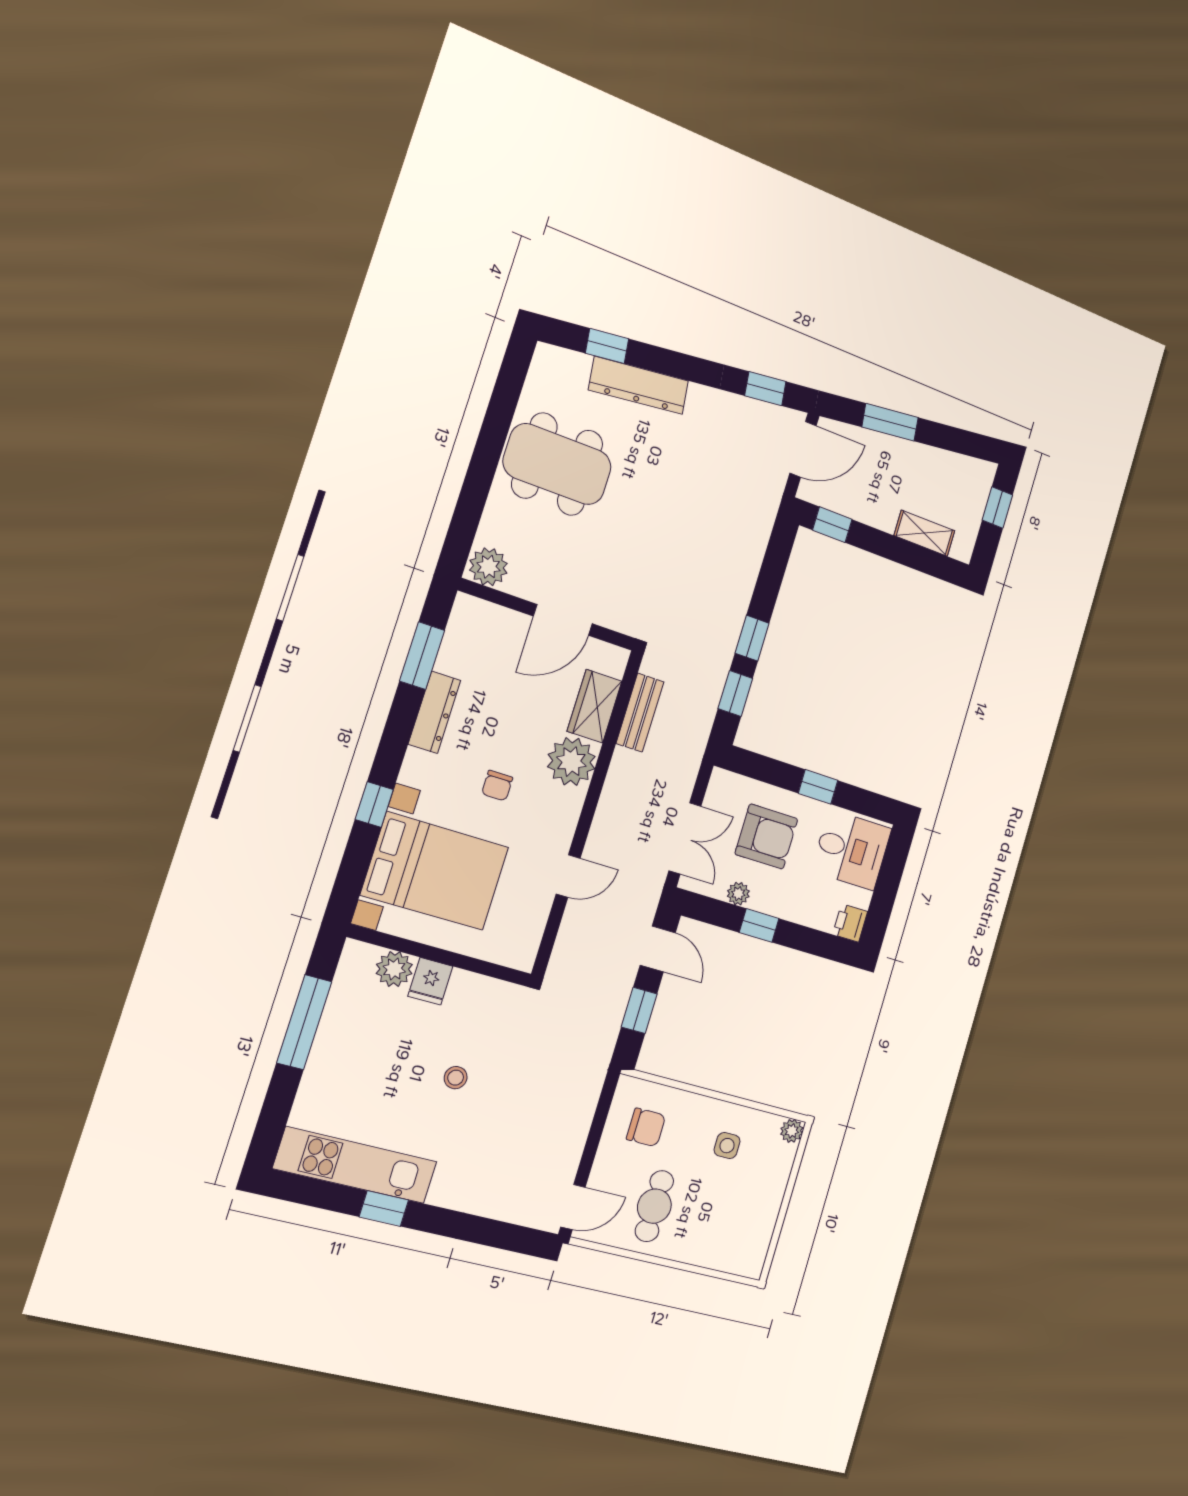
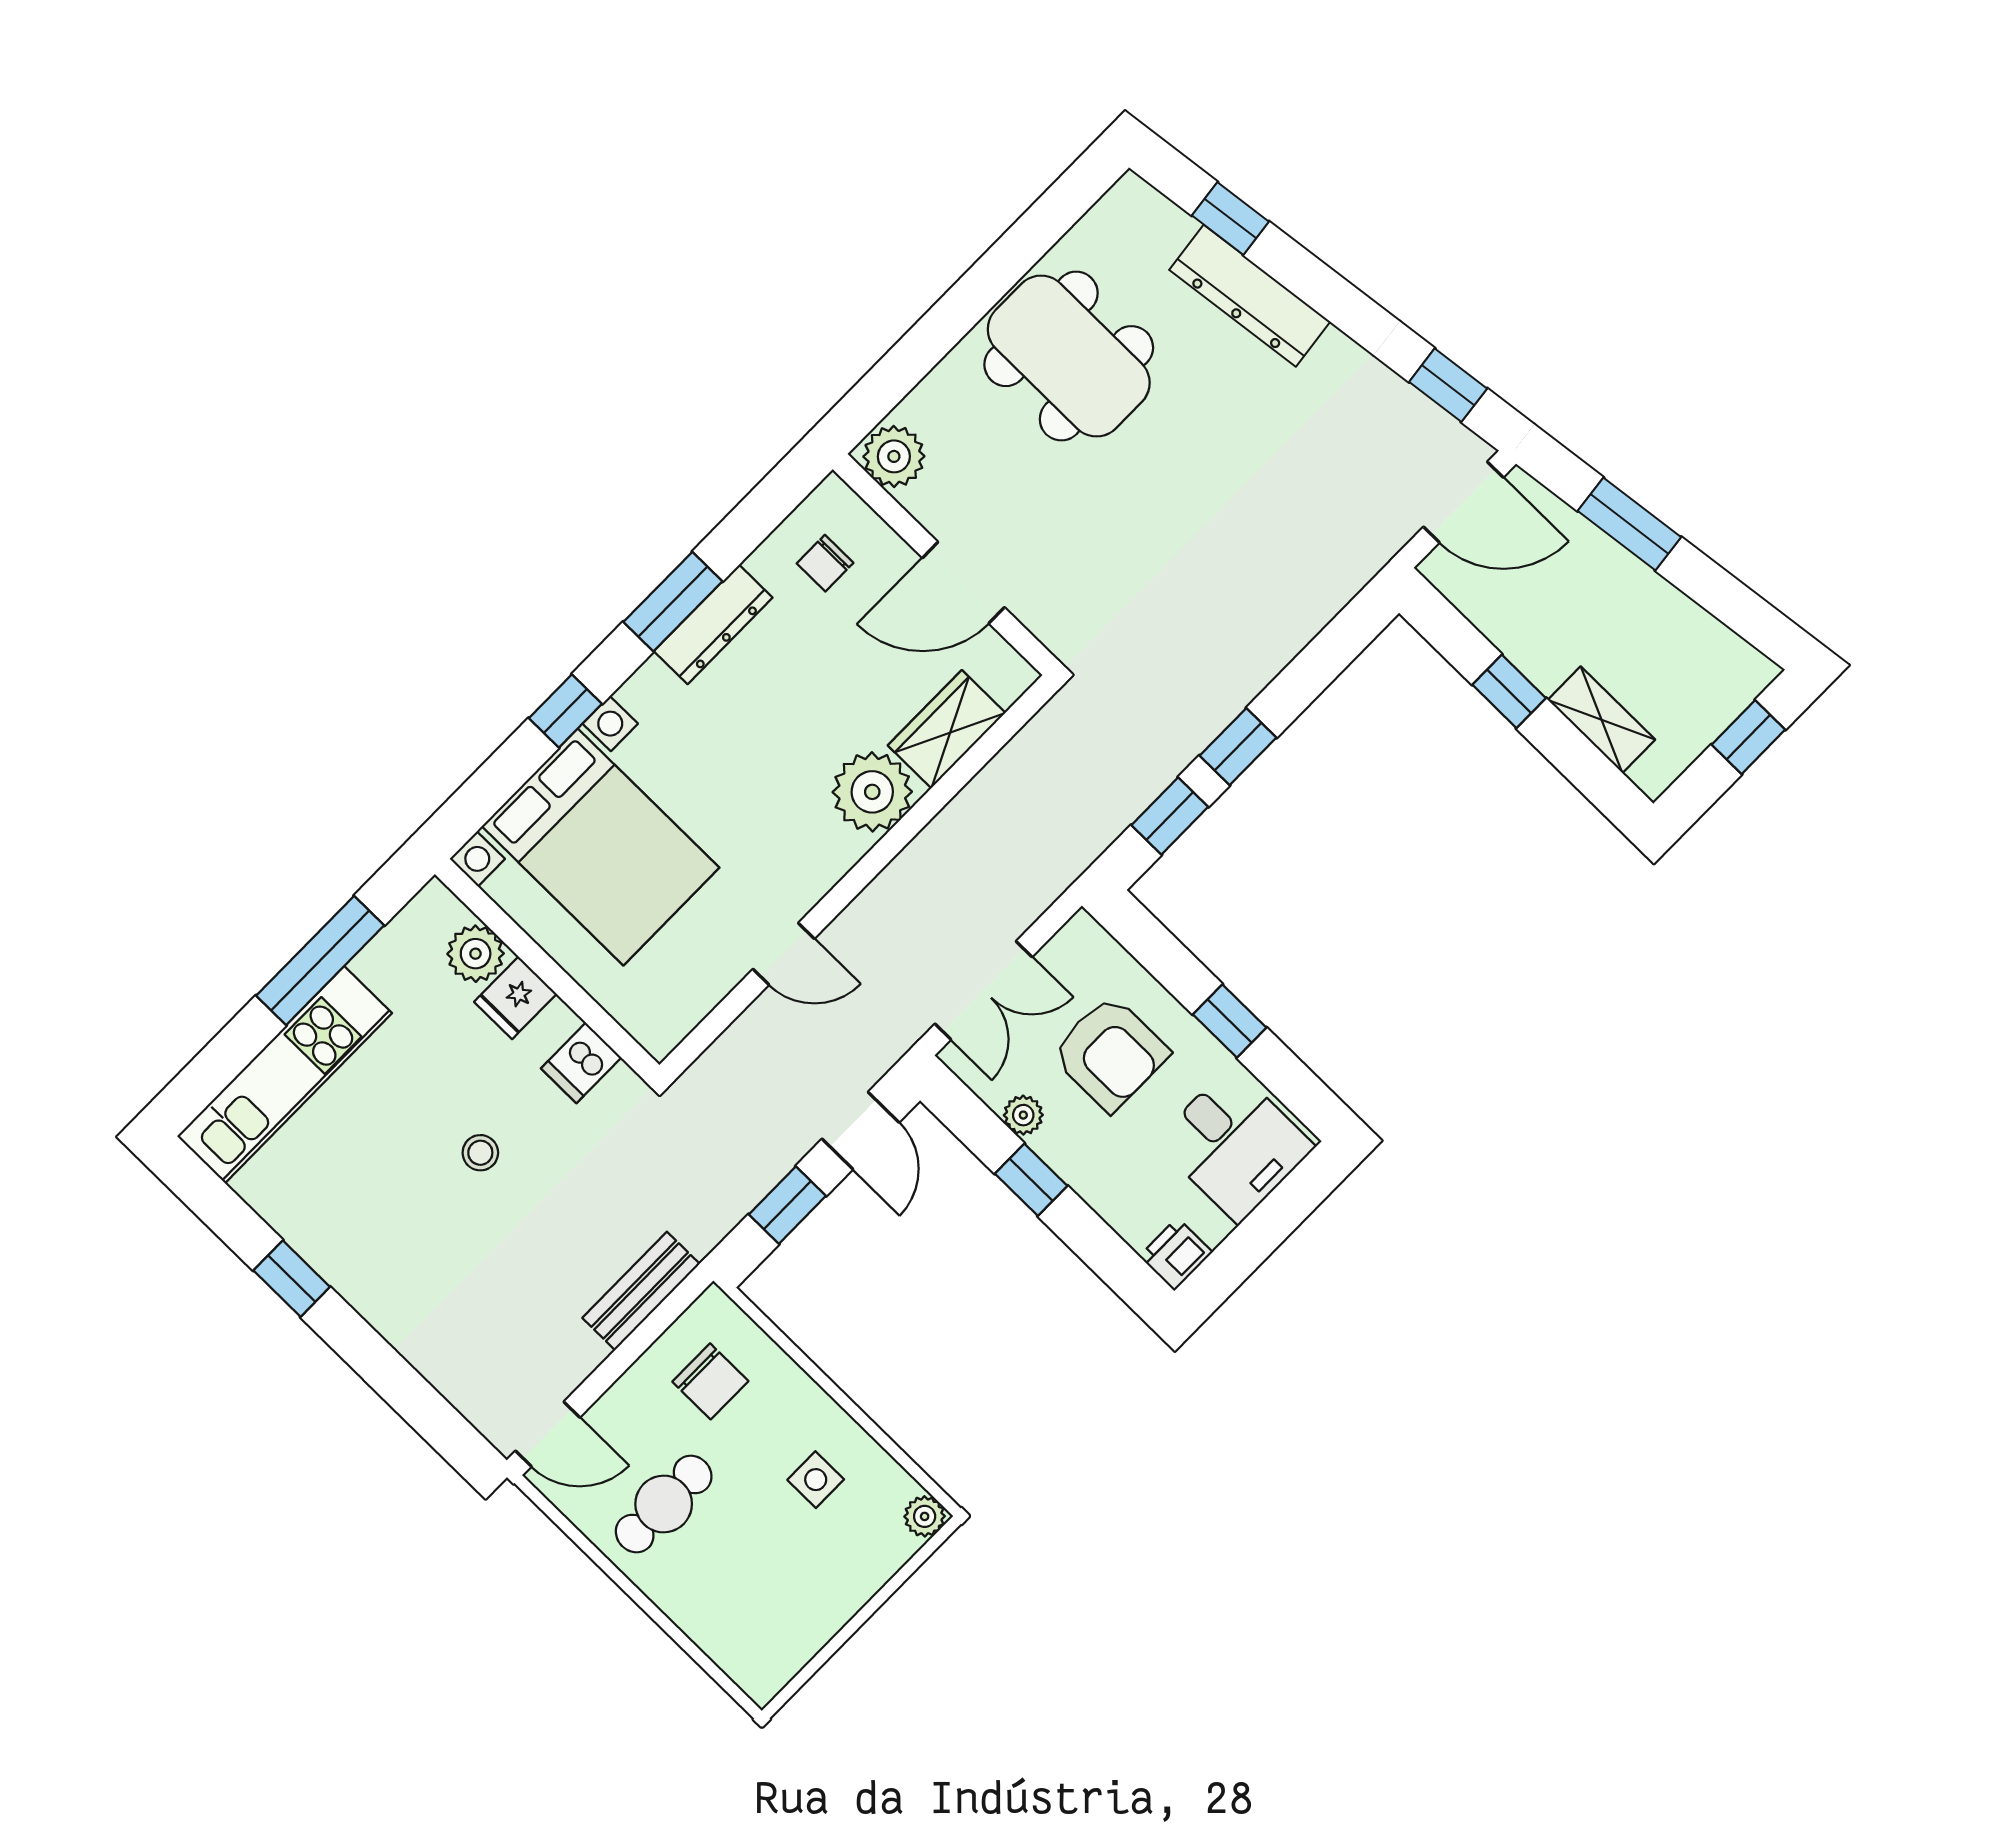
window: (832, 525) -> (1509, 691), moved
window: (422, 656) -> (673, 602), moved
bench: (640, 713) -> (641, 1291), moved
chair: (497, 786) -> (825, 563), moved
dishwasher: (487, 997) -> (581, 1063), added
kitchen unit: (355, 1165) -> (285, 1075), moved, turned 90

